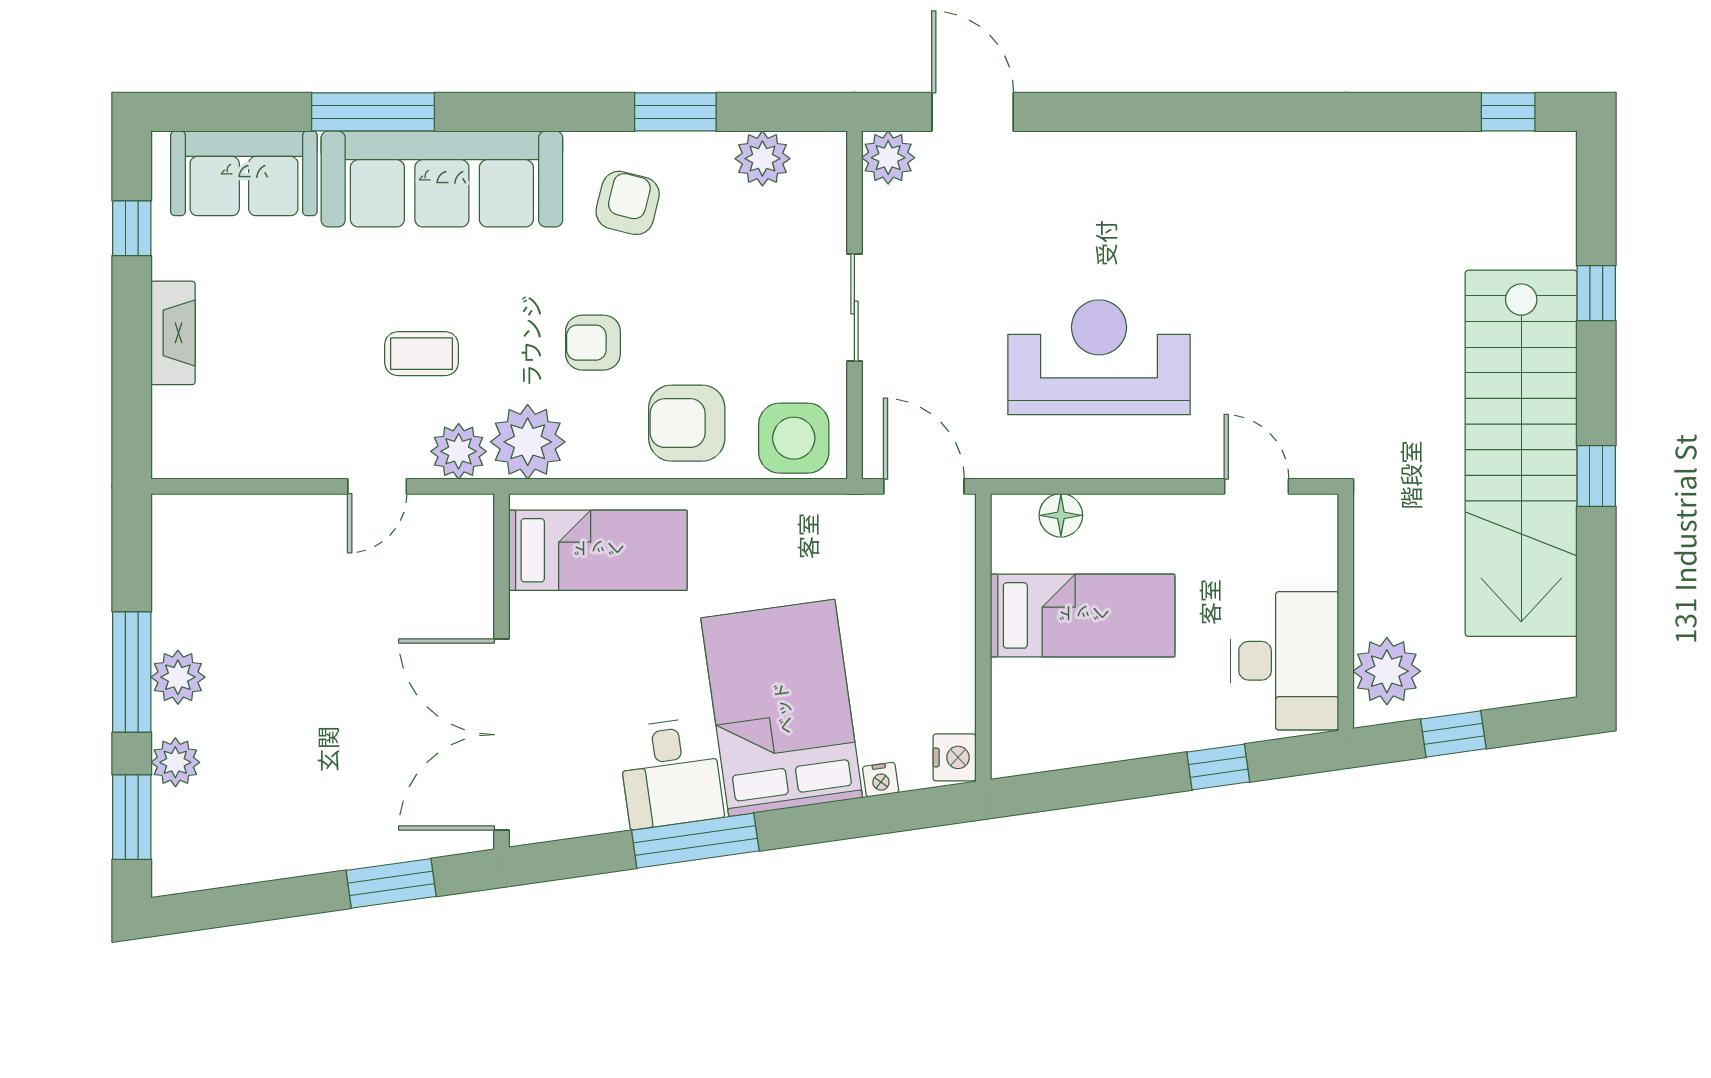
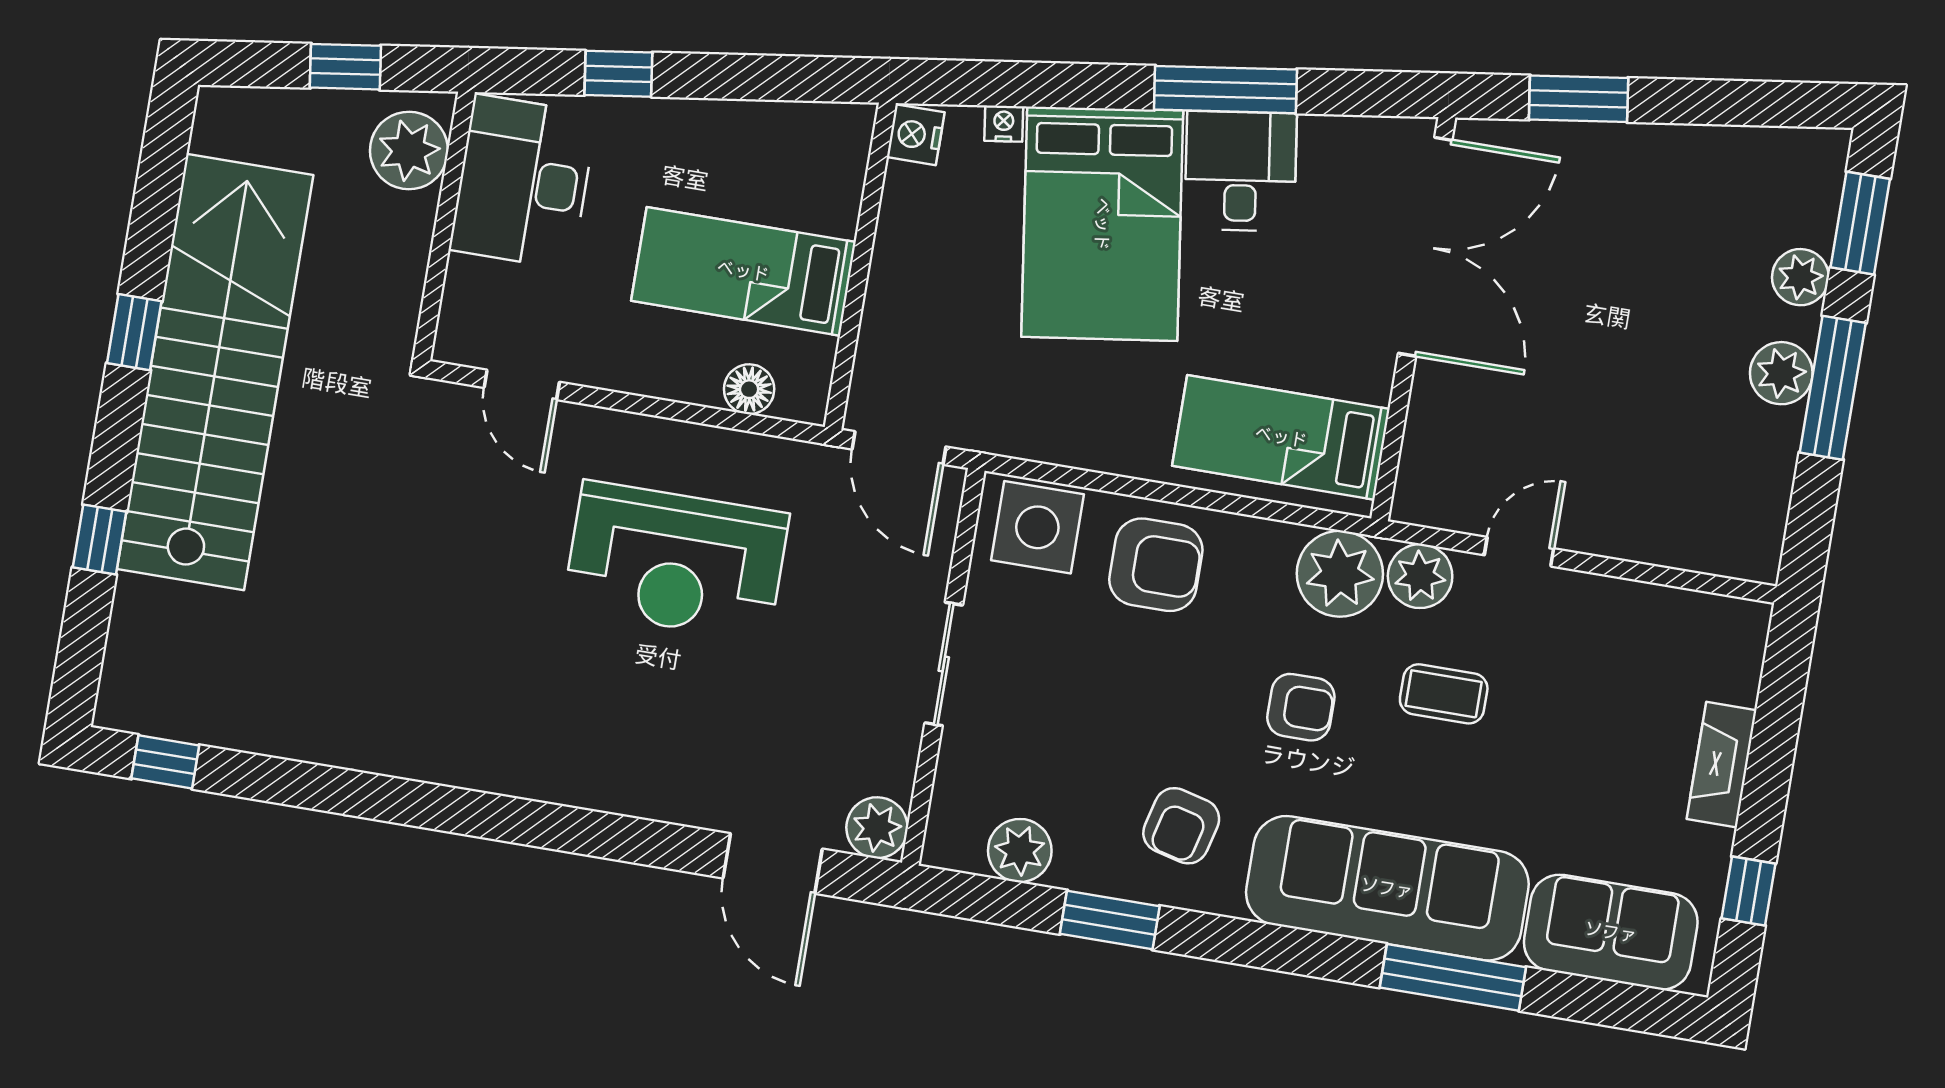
armchair: (593, 343) -> (1301, 707), moved

